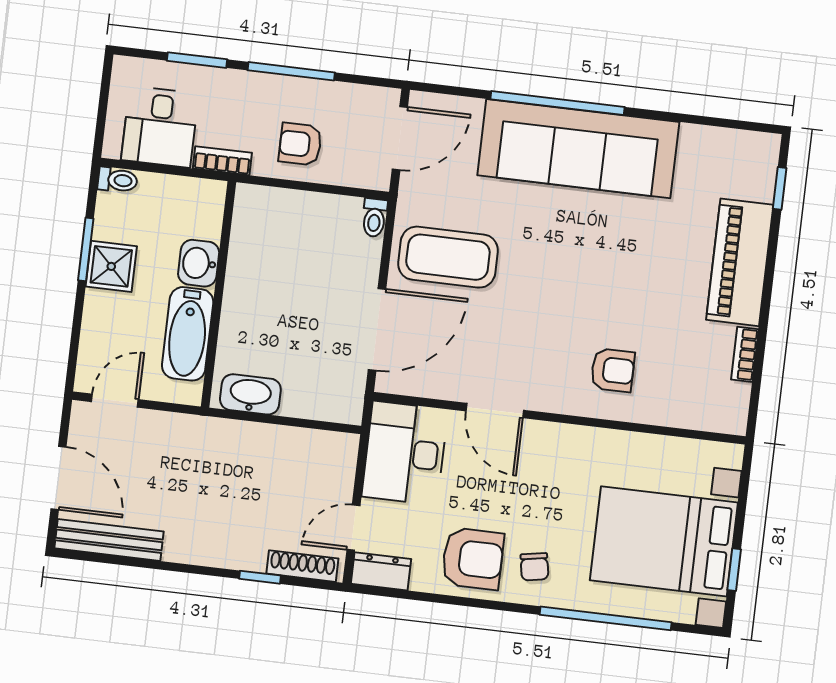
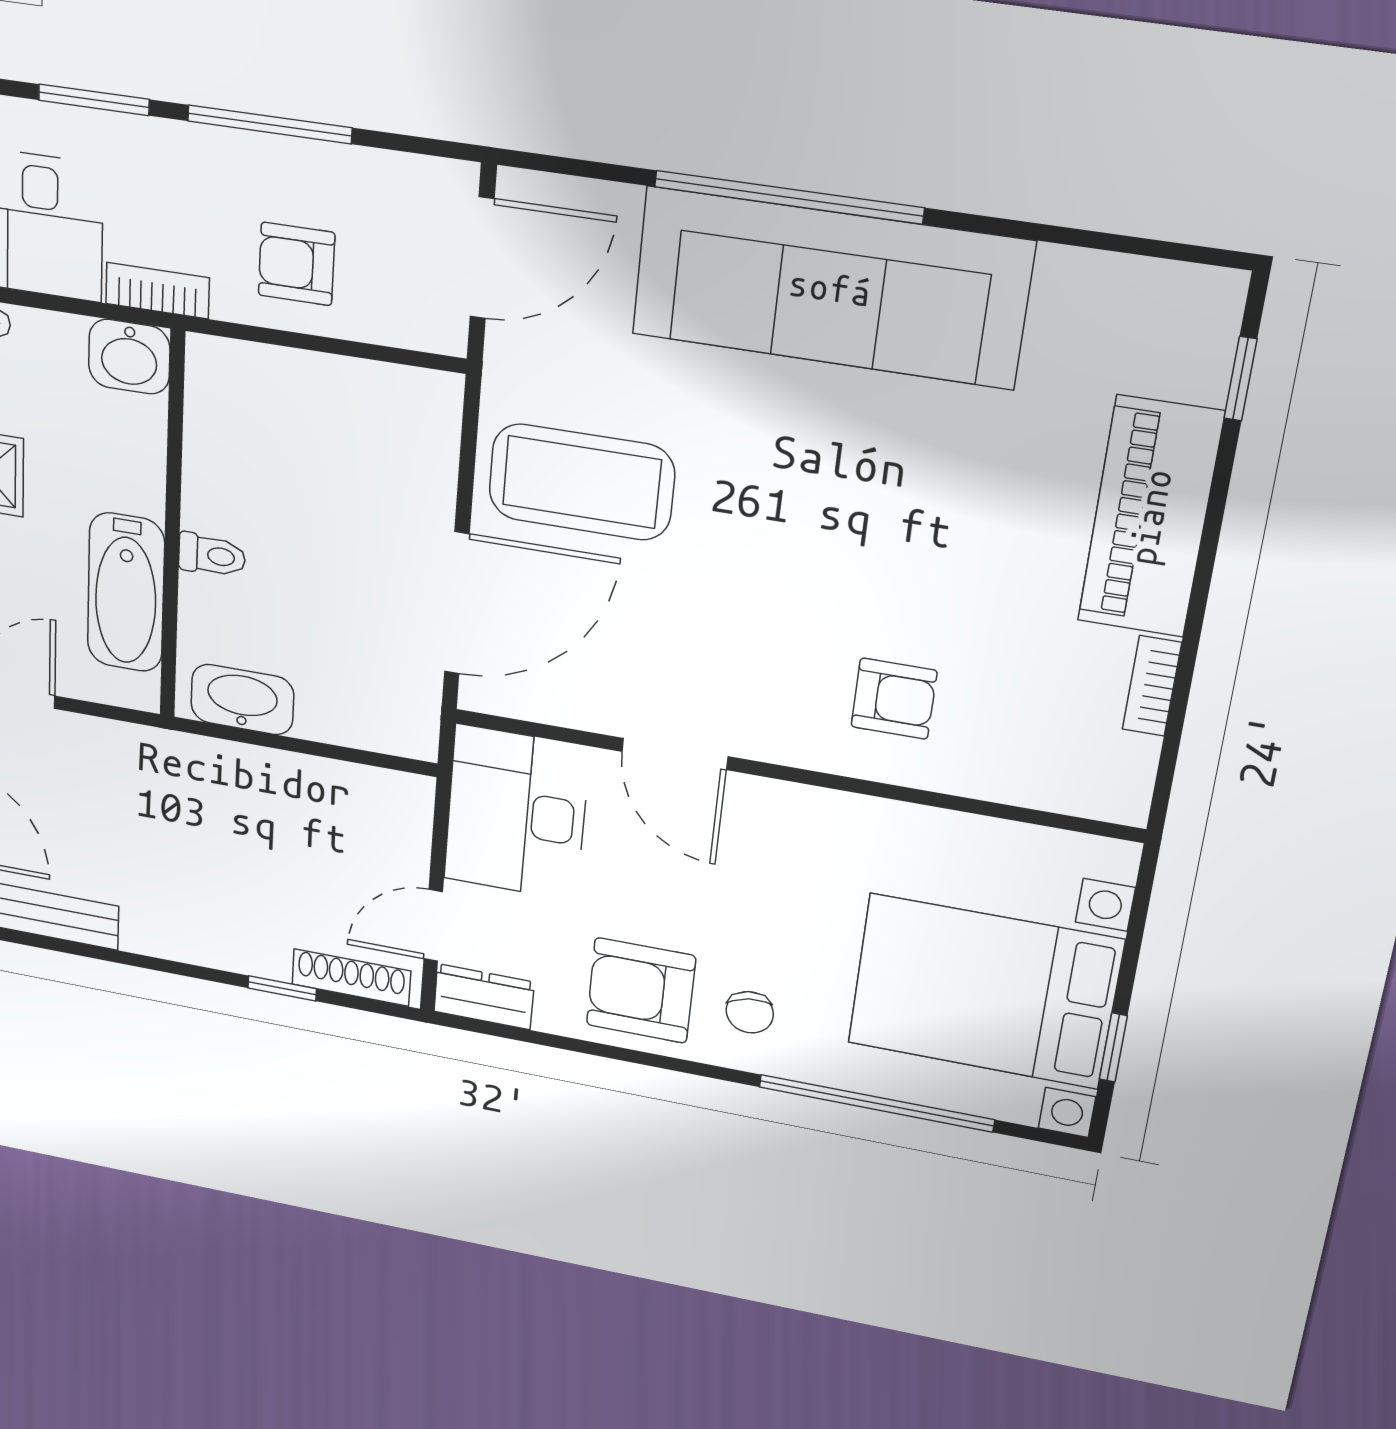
toilet: (374, 218) -> (212, 555), moved, turned -90
washbasin: (199, 263) -> (129, 357), moved, turned -90
armchair: (473, 559) -> (641, 991), turned 180

